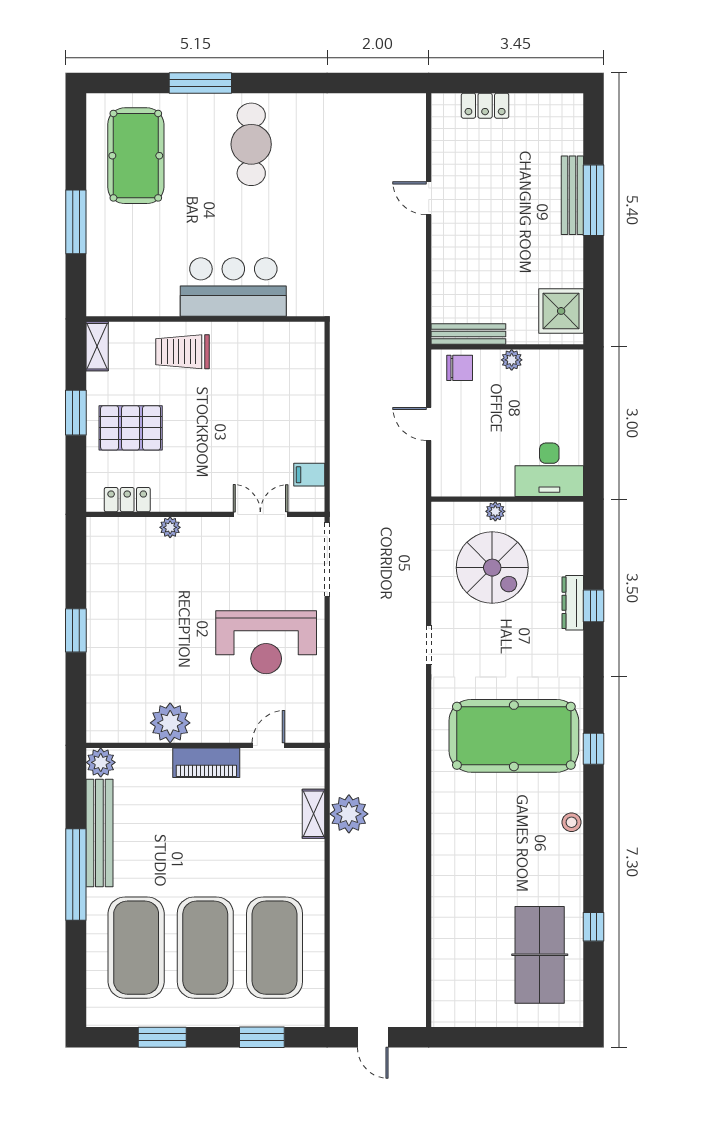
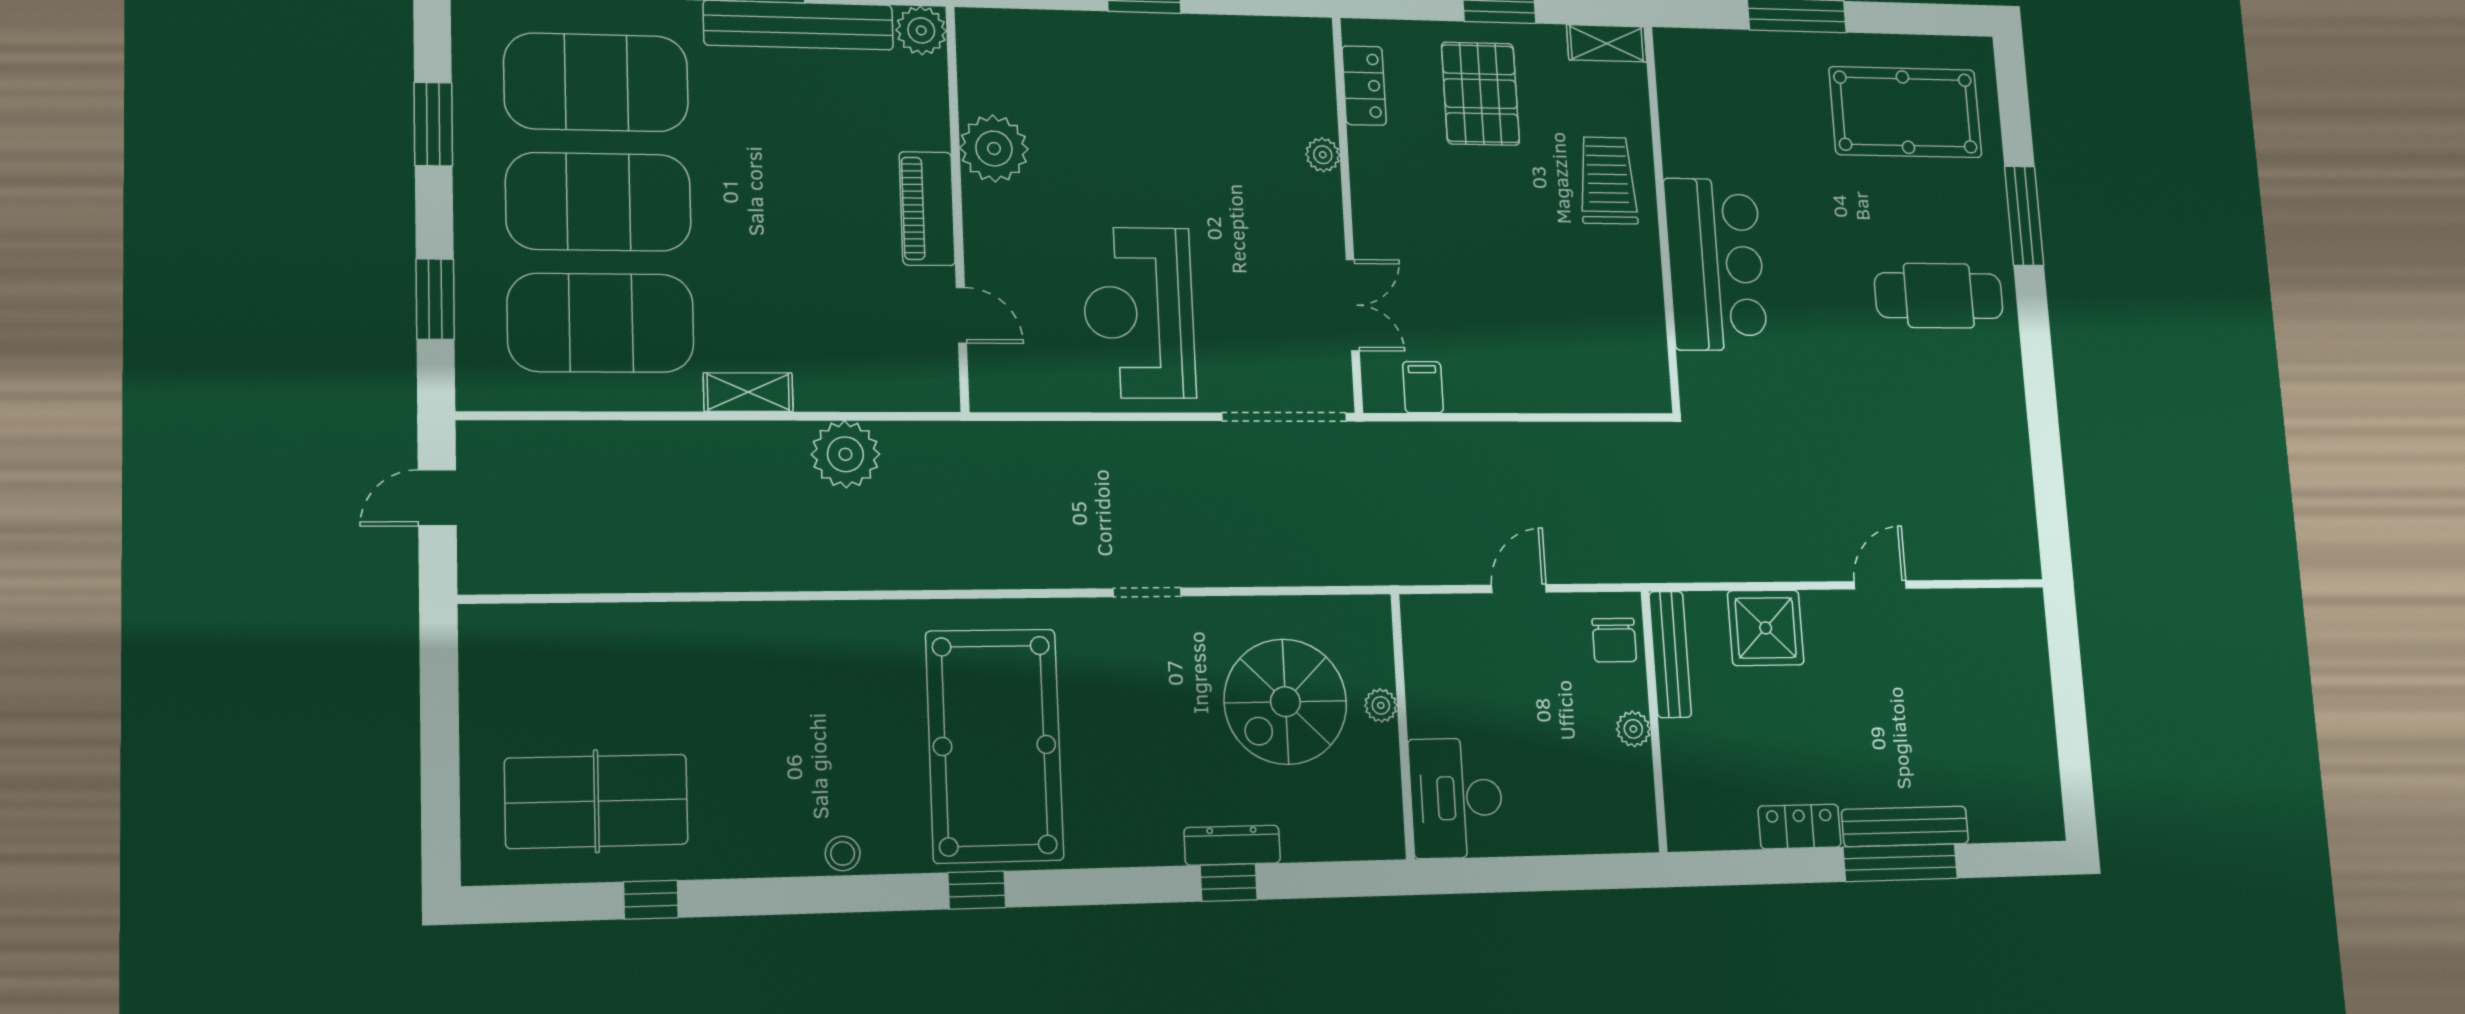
locker: (485, 106) -> (1800, 827), moved, turned 90
shower: (561, 311) -> (1766, 628), moved
shelving: (314, 814) -> (748, 392), moved

